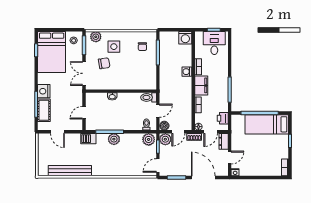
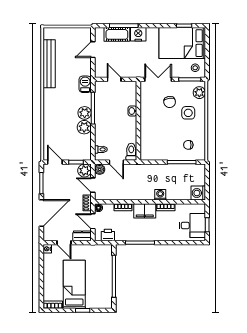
bed: (267, 124) -> (74, 284), moved
plant: (149, 139) -> (84, 127), moved

